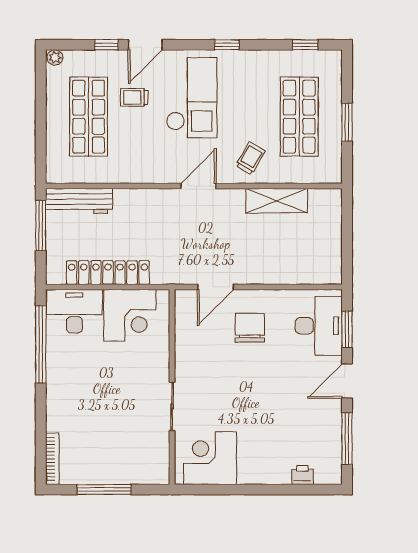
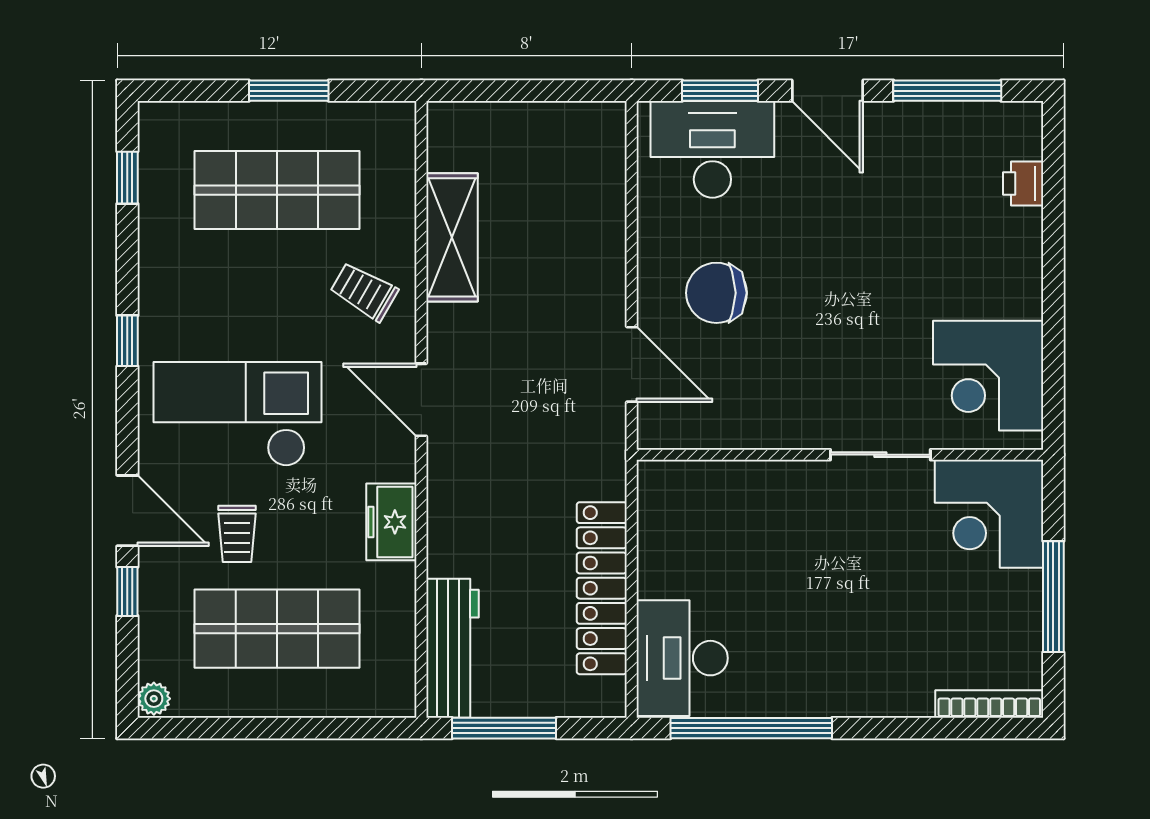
freezer: (140, 172) -> (391, 522), added
corner desk: (130, 315) -> (989, 514), moved, turned 180

